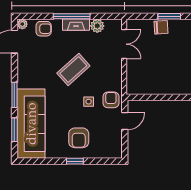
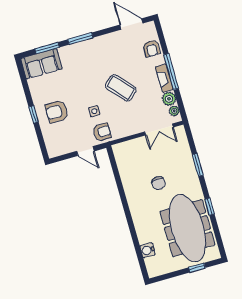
plant: (22, 24) -> (174, 111), moved
chair: (161, 27) -> (158, 183), moved
sofa: (31, 124) -> (41, 64), width x0.54, depth x0.79

